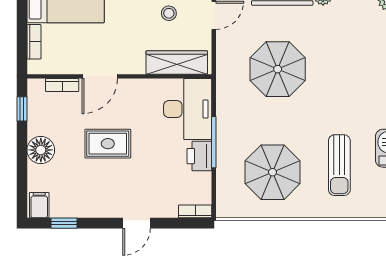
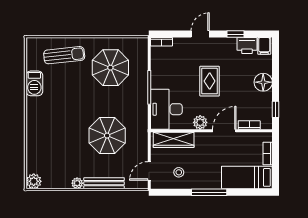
plant: (136, 89) -> (200, 122), added
rug: (108, 144) -> (210, 81), moved, turned 90
printer: (199, 156) -> (247, 46), moved, turned 90
sun lounger: (339, 165) -> (64, 55), moved, turned 84
window: (64, 223) -> (236, 34), moved

